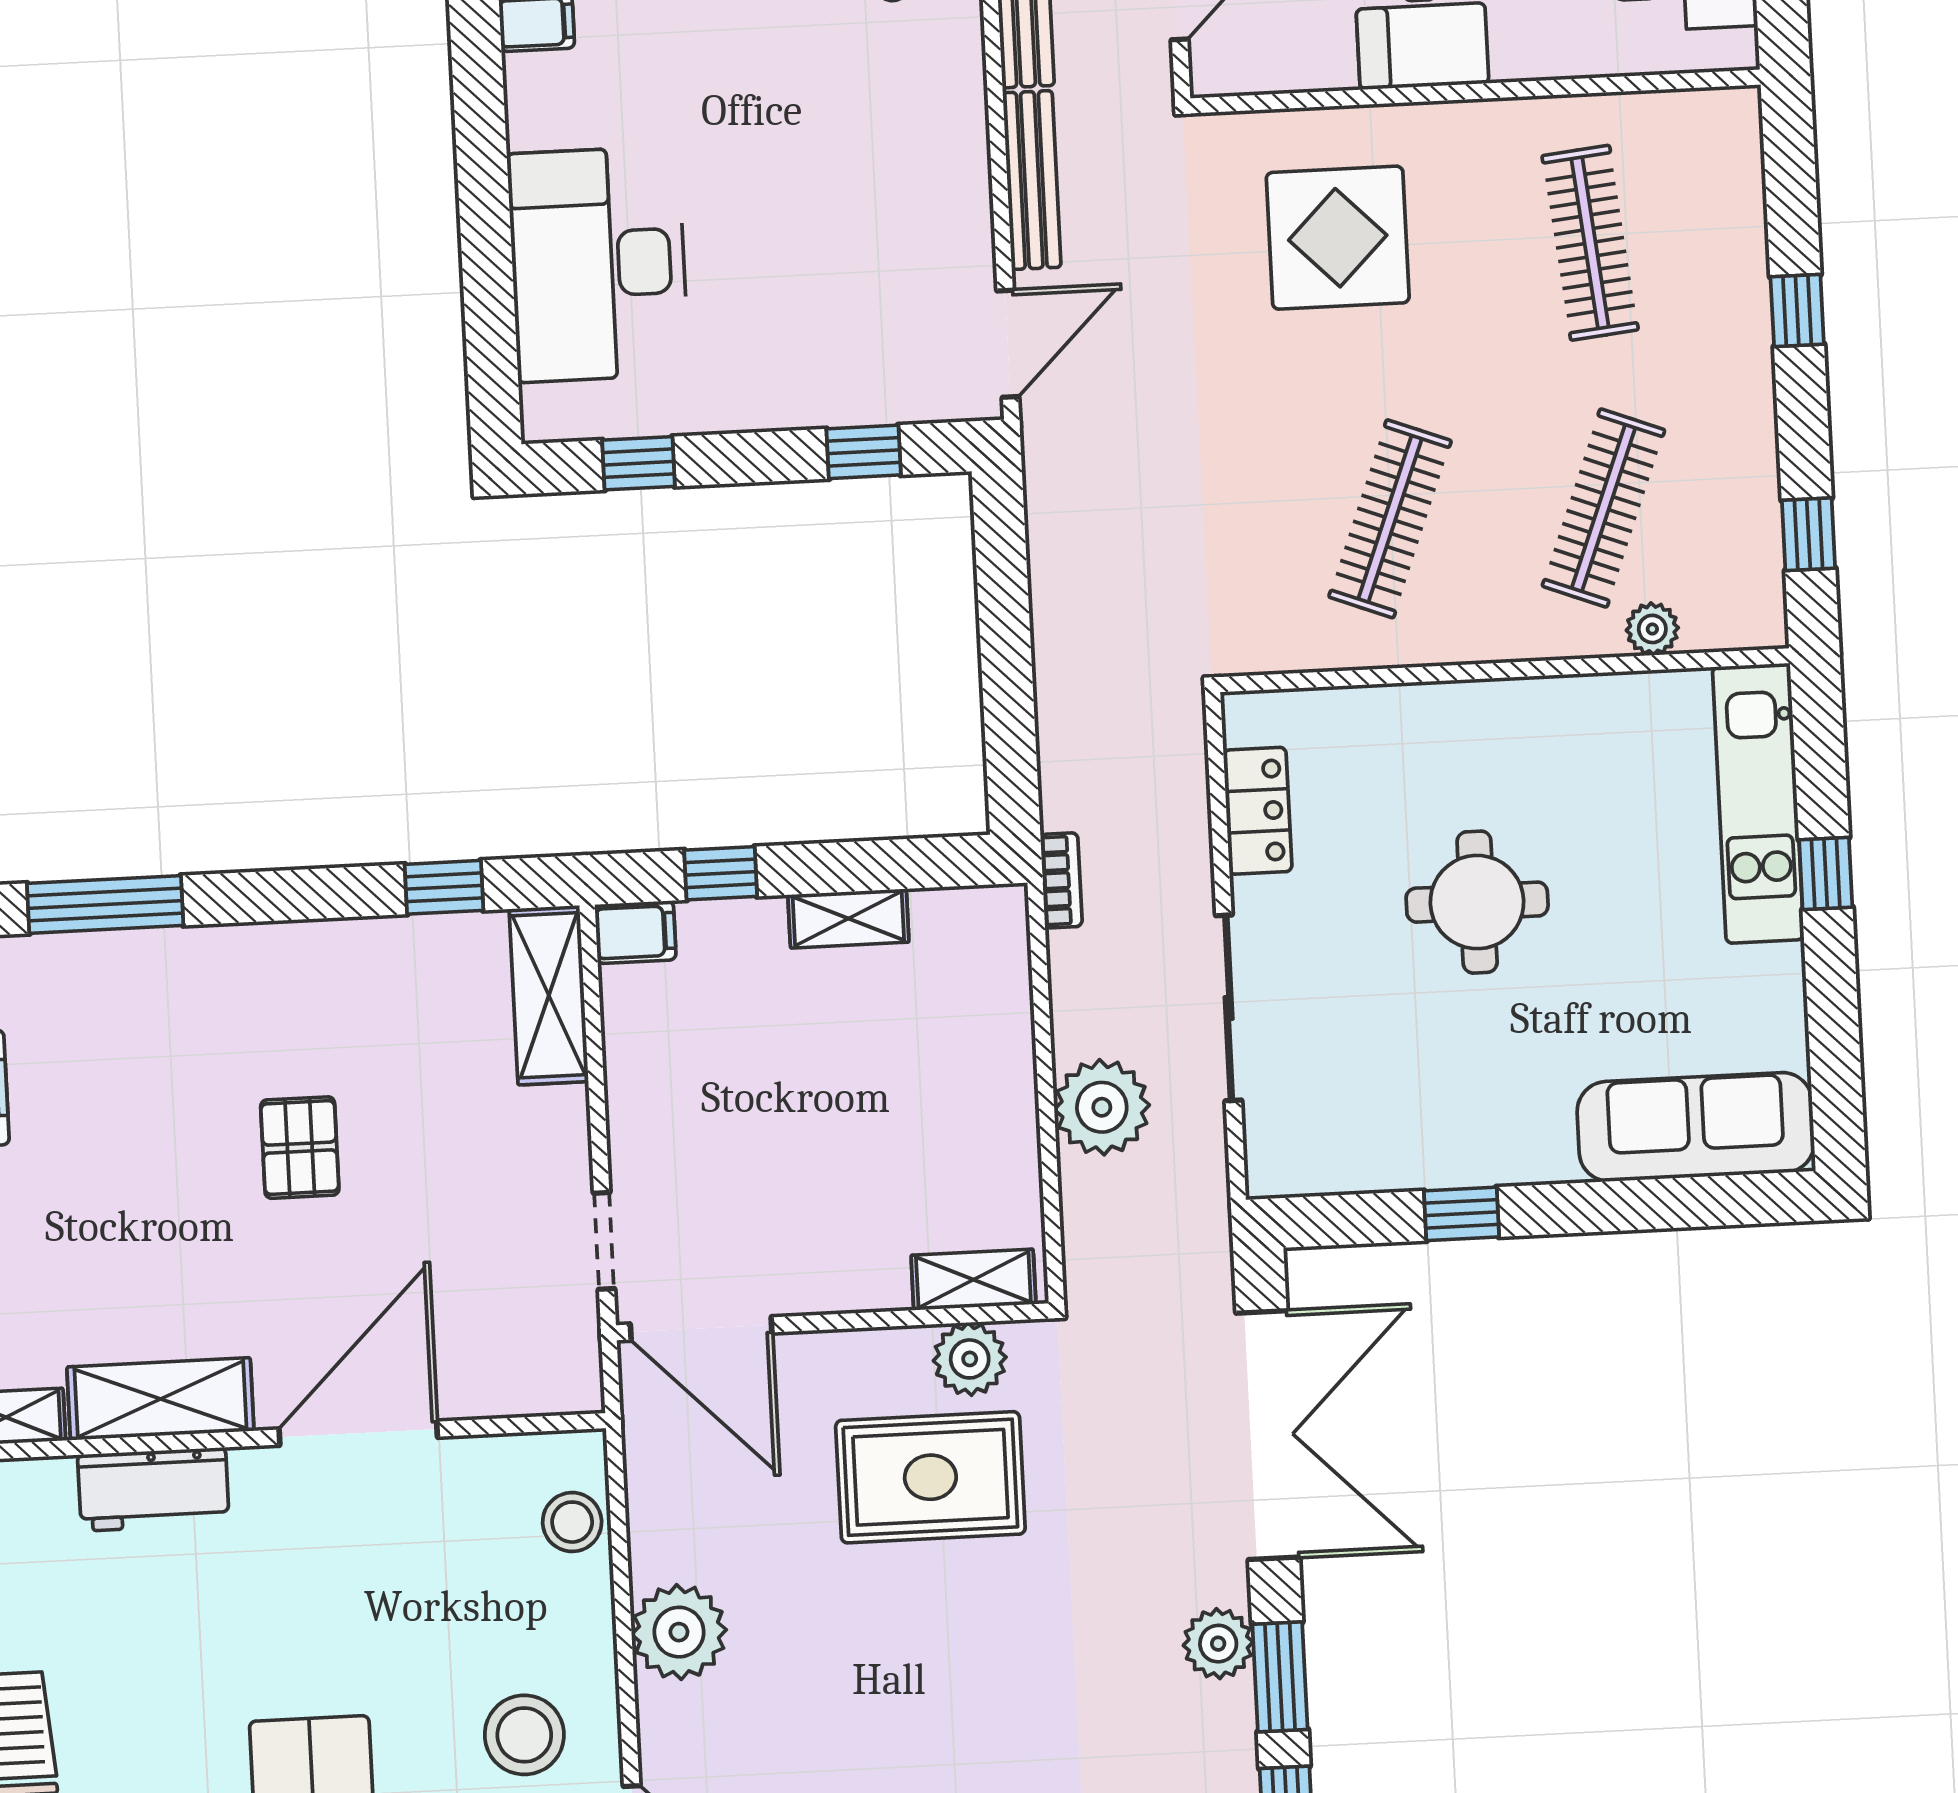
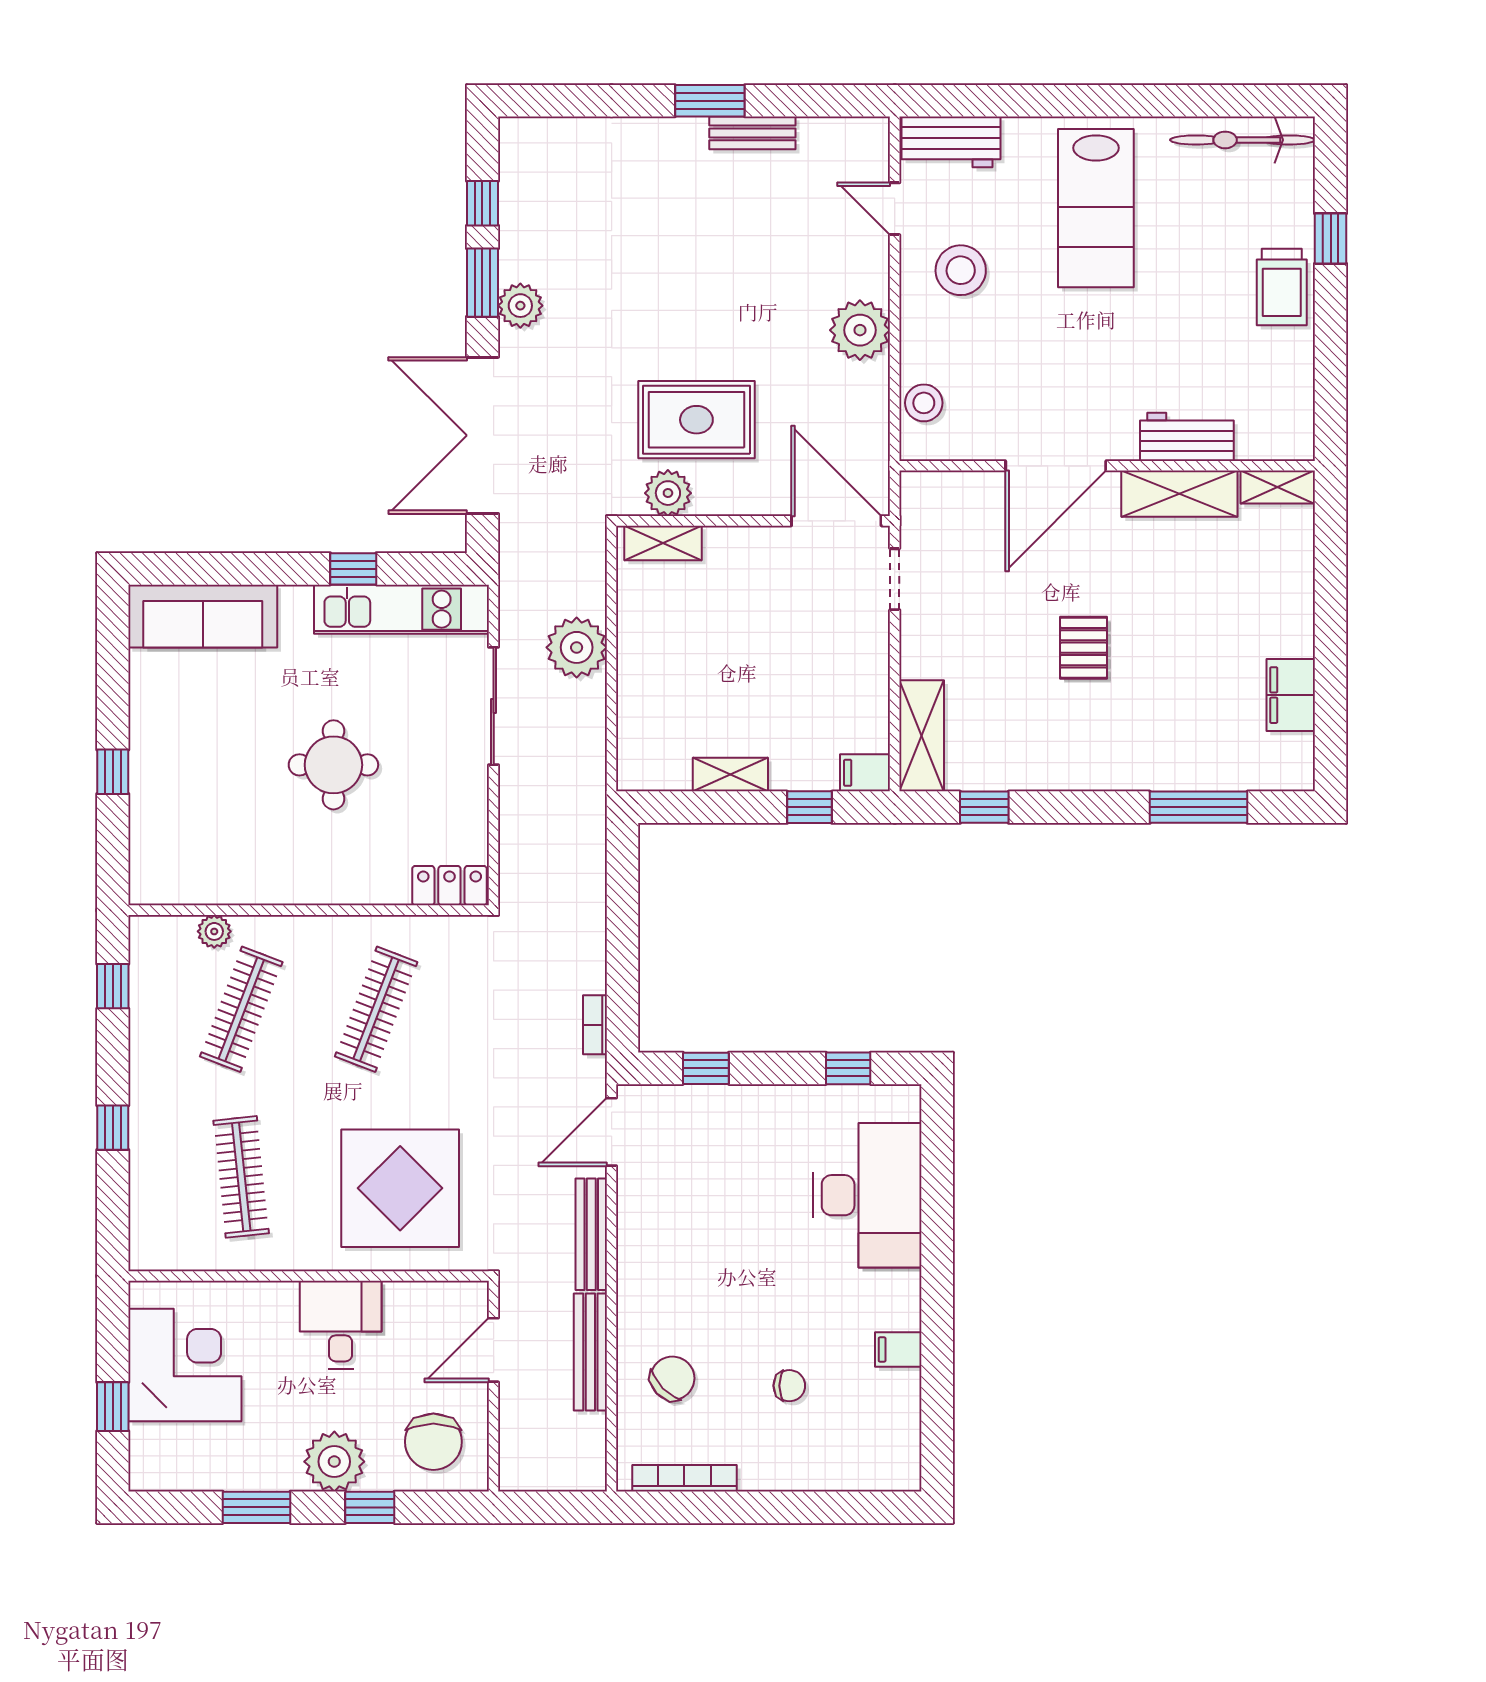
display table: (1338, 238) -> (400, 1188), width x1.36, depth x1.36
kitchen unit: (1758, 803) -> (401, 609), moved, turned 90
locker: (1258, 811) -> (449, 886), moved, turned 90
bookcase: (1061, 880) -> (595, 1025), moved

